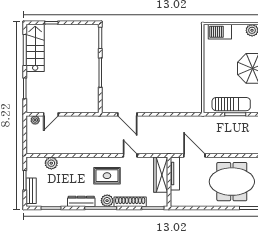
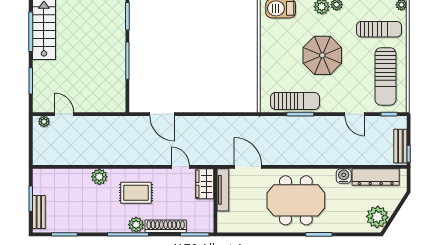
door: (51, 114) -> (64, 114), swing flipped
door: (130, 156) -> (180, 167), moved
plant: (51, 163) -> (99, 177), moved
wardrobe: (161, 175) -> (205, 184), width x0.67
dresser: (81, 201) -> (103, 226), removed

